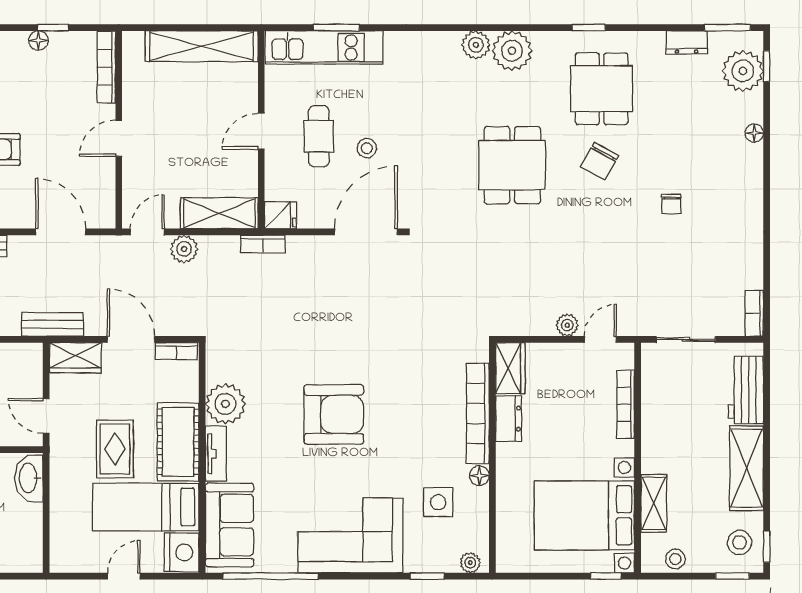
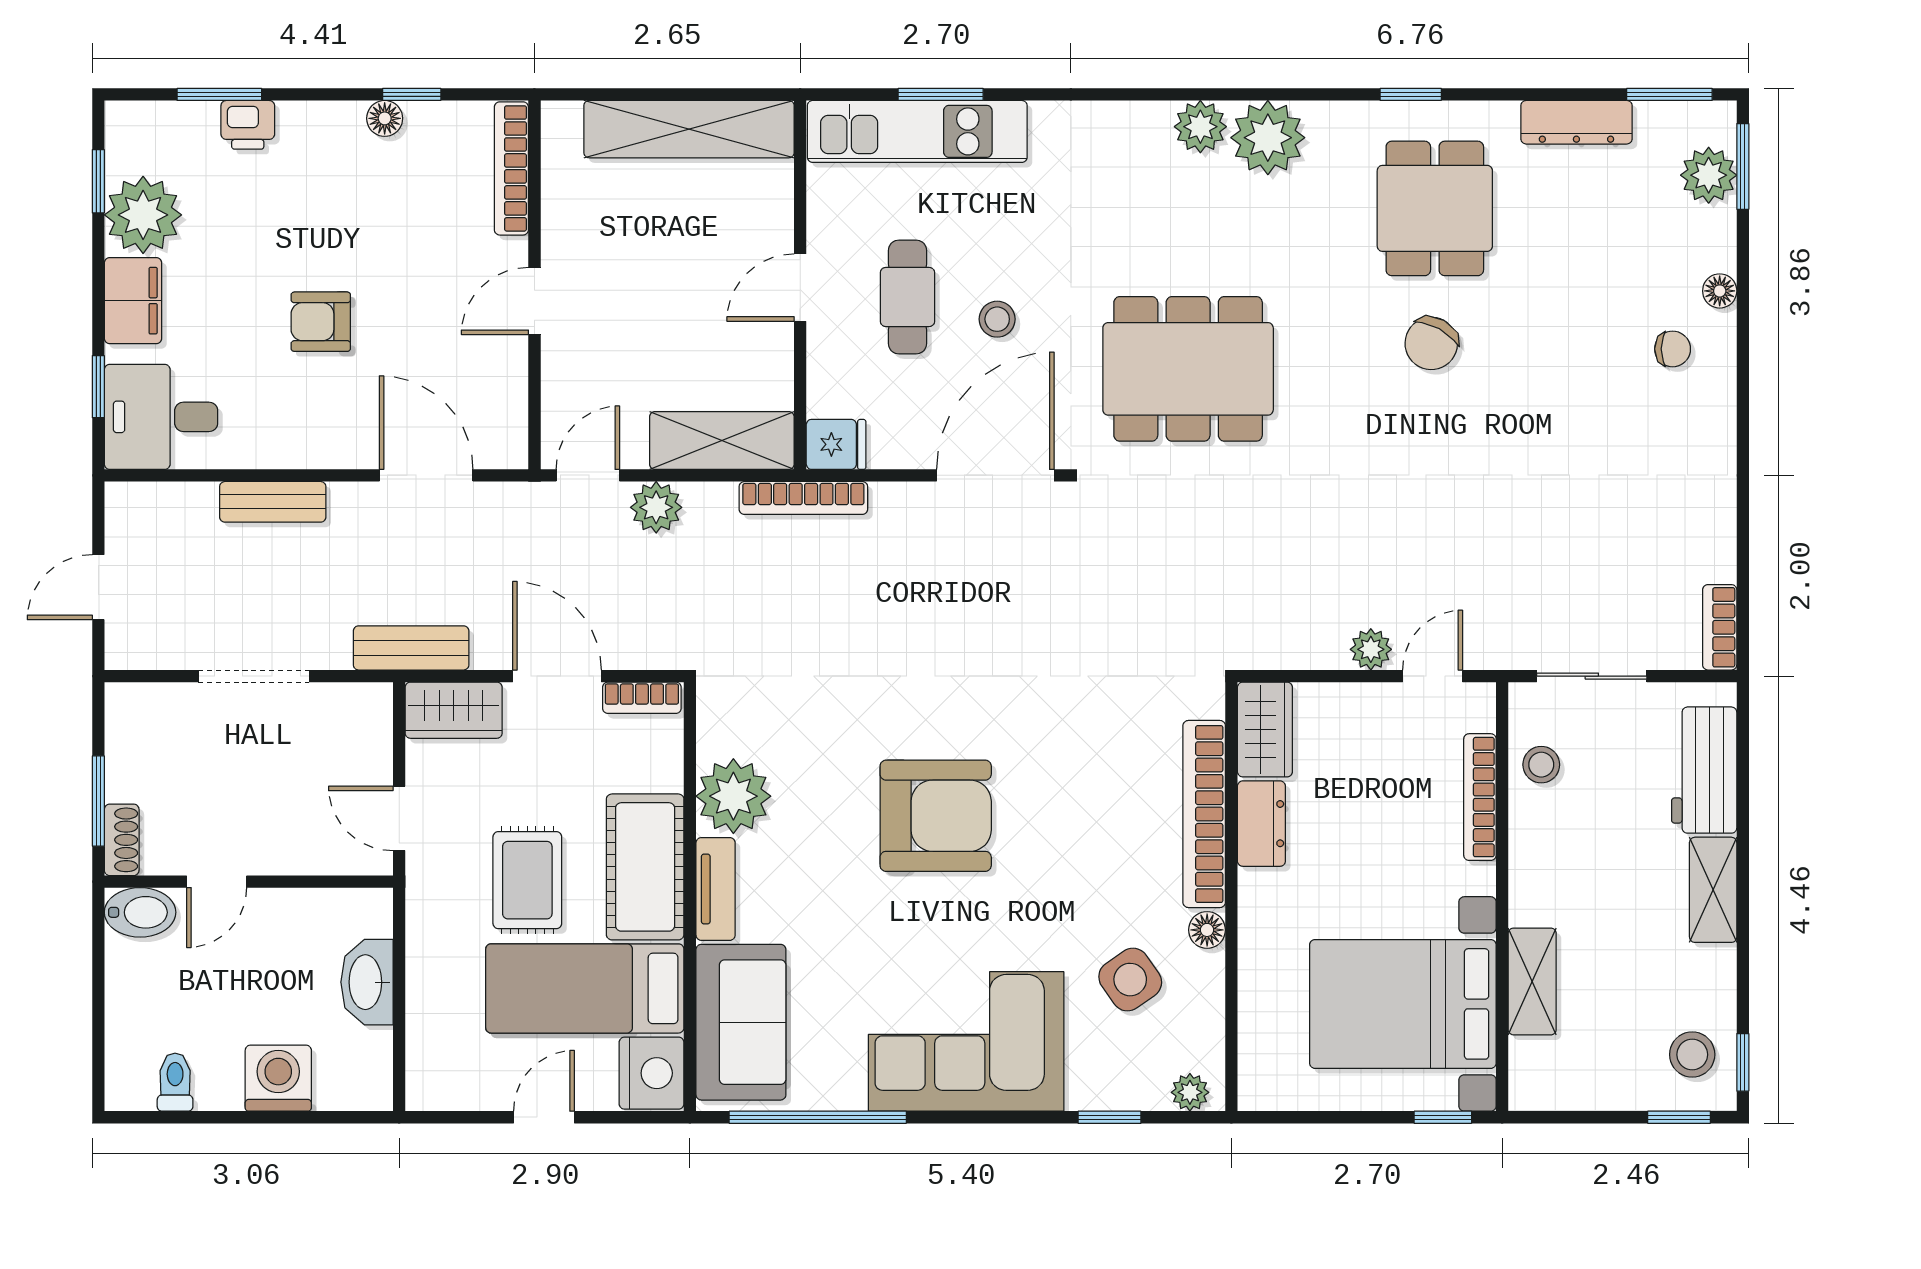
dresser: (687, 43) -> (1576, 122), width x1.44
window: (767, 66) -> (1743, 166), width x1.50
plant: (743, 71) -> (1709, 175), width x0.73, depth x0.73
dining table: (512, 165) -> (1188, 369), moved, width x1.38
chair: (671, 204) -> (1673, 349), moved, turned -90
bookcase: (263, 244) -> (803, 498), width x1.56
shelving: (747, 468) -> (1713, 890), width x0.67, depth x0.75
washbasin: (29, 478) -> (367, 982), moved
side table: (438, 502) -> (1130, 980), turned -35
stool: (675, 559) -> (1541, 765), moved

